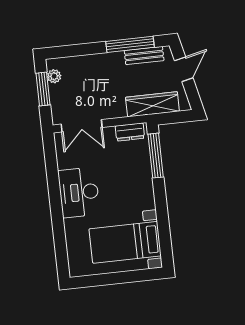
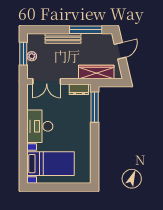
bench: (144, 56) -> (63, 38), moved, width x1.36
plant: (54, 76) -> (32, 56), moved
bed with nightstands: (125, 242) -> (51, 164), moved, turned 180

